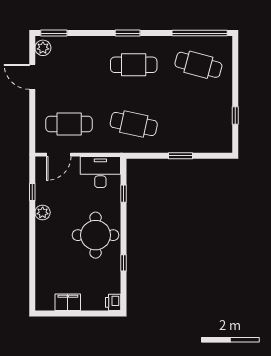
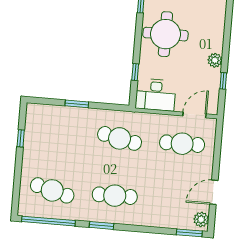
window: (128, 33) -> (102, 225), moved
door: (32, 77) -> (214, 192), swing flipped

